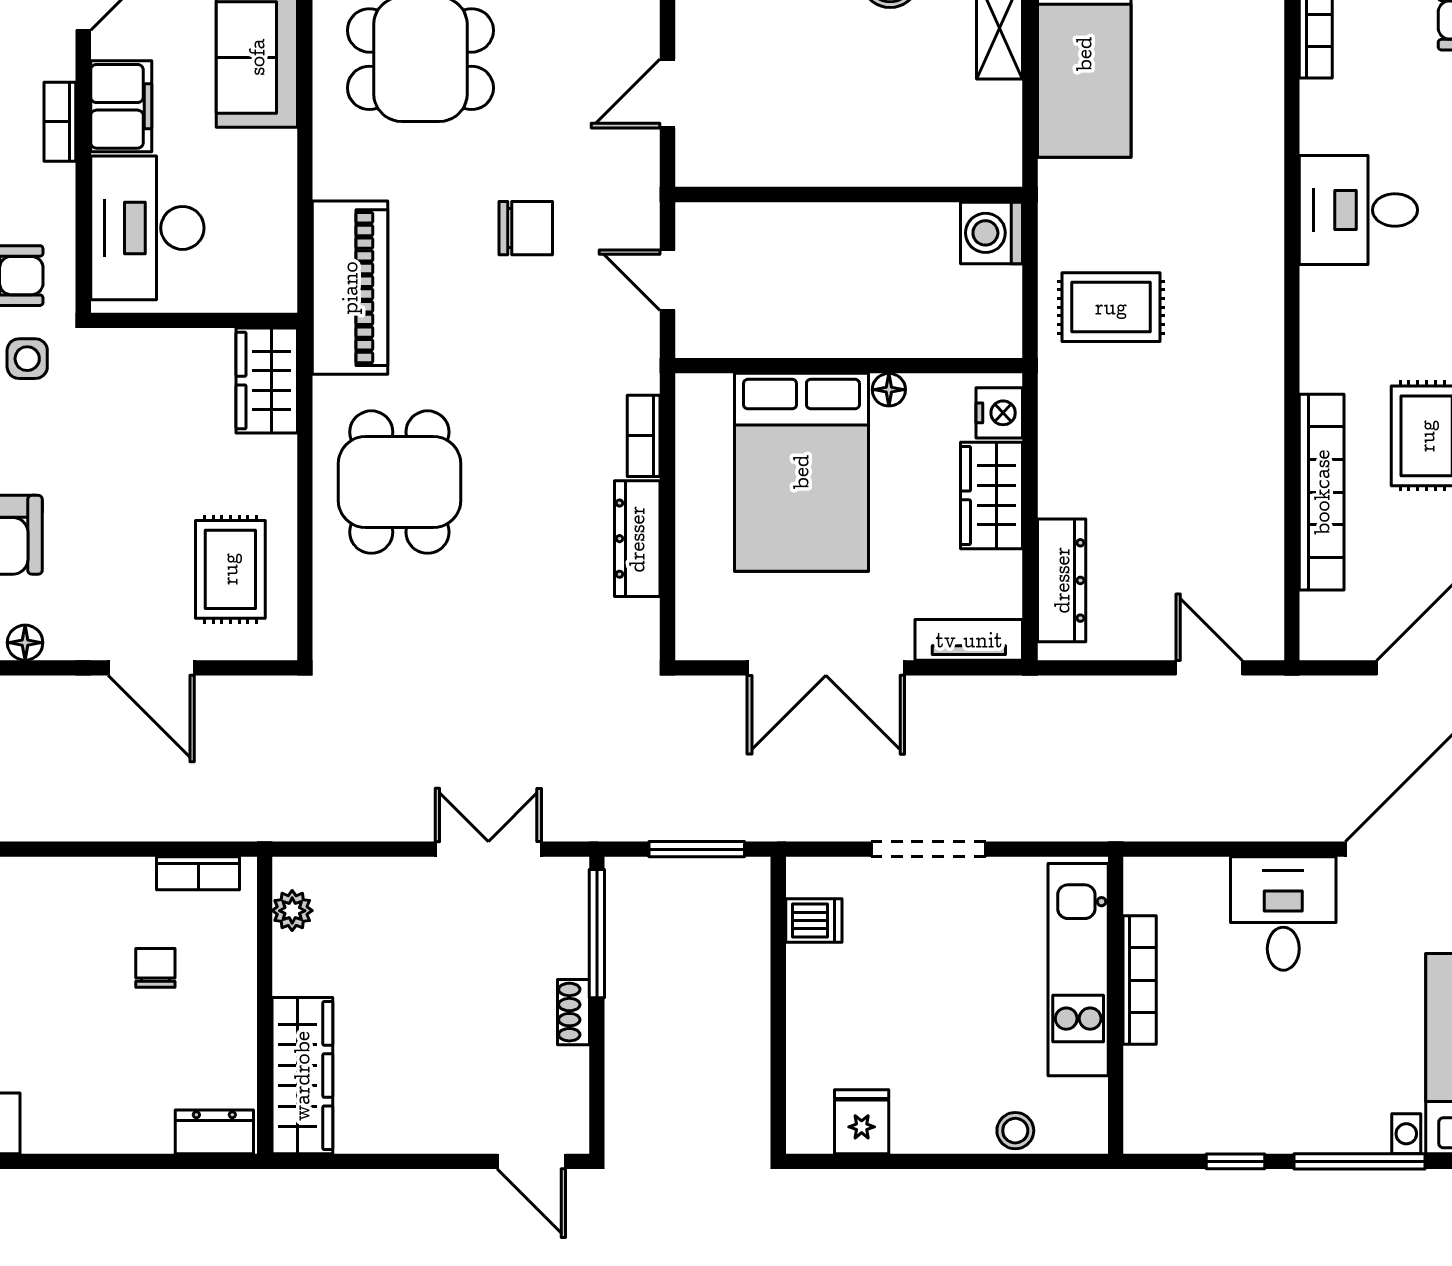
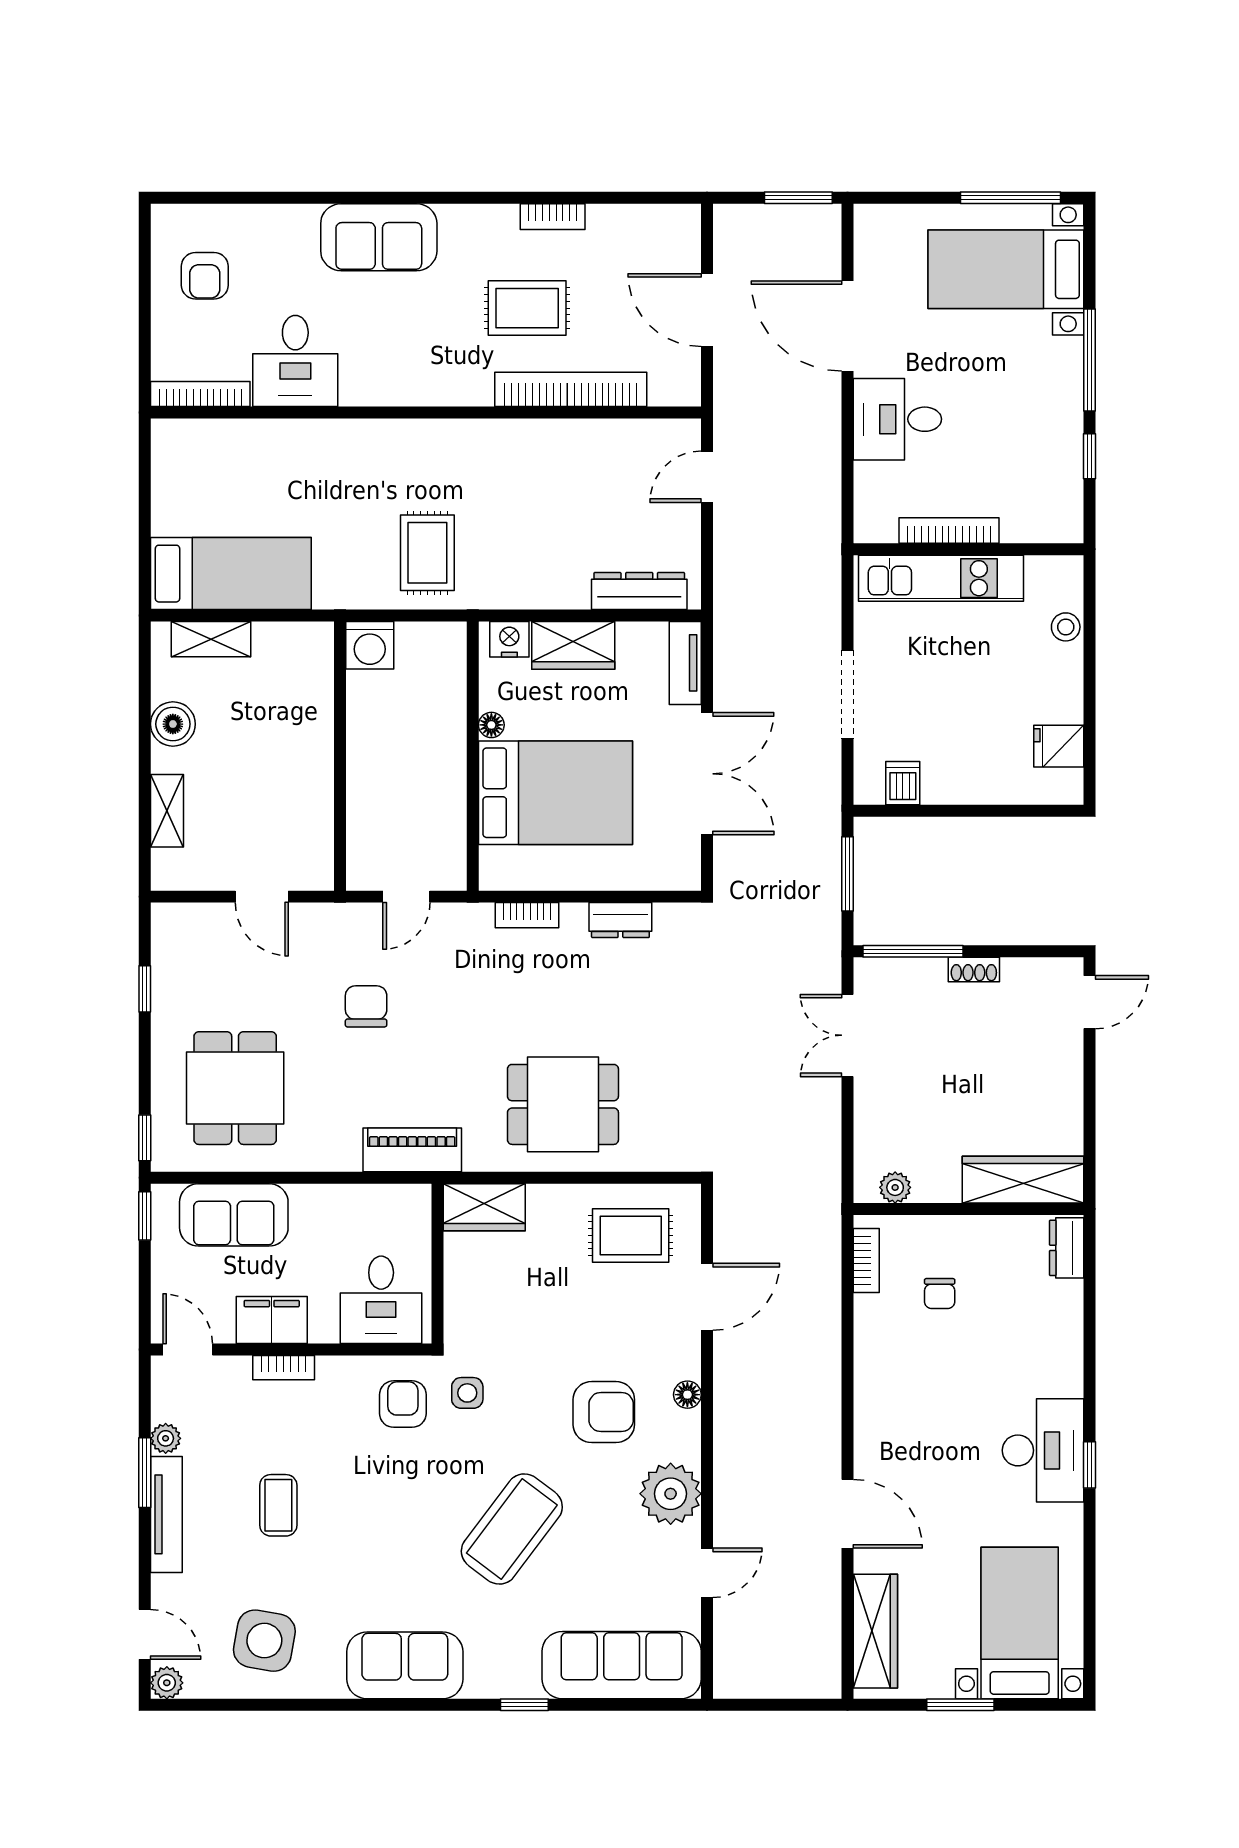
desk: (1358, 210) -> (295, 361), moved
desk: (147, 228) -> (381, 1300), width x0.73
piano: (350, 288) -> (412, 1150), width x0.73, depth x0.75
dresser: (637, 539) -> (620, 920), width x0.70
chair: (155, 968) -> (940, 1294), turned -90

